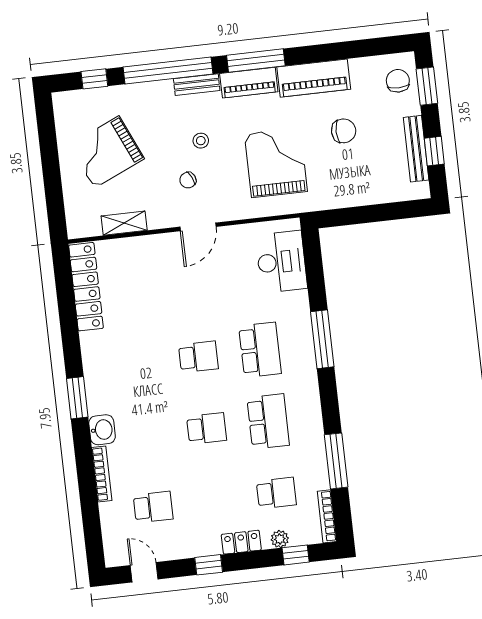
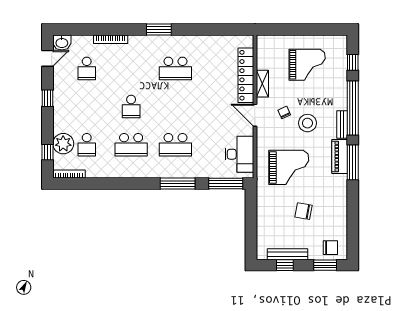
piano: (314, 78) -> (338, 196), removed
chair: (344, 131) -> (303, 211), turned 100
stool: (201, 141) -> (307, 123), width x1.89, depth x1.89
grand piano: (107, 152) -> (307, 65), turned 114
shelving: (124, 223) -> (262, 84), moved
desk: (281, 262) -> (239, 154), moved, turned -90
locker: (86, 287) -> (246, 75), moved, turned 90
school desk: (198, 357) -> (175, 68), moved, width x1.85
washbasin: (102, 430) -> (62, 43), moved
window: (336, 461) -> (226, 183), moved
plant: (280, 539) -> (63, 144), width x1.87, depth x1.87
locker: (241, 542) -> (59, 120), removed

